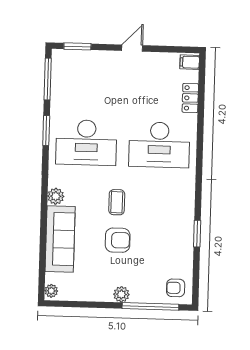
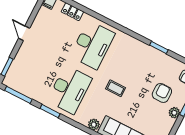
armchair: (118, 240) -> (162, 93), moved

